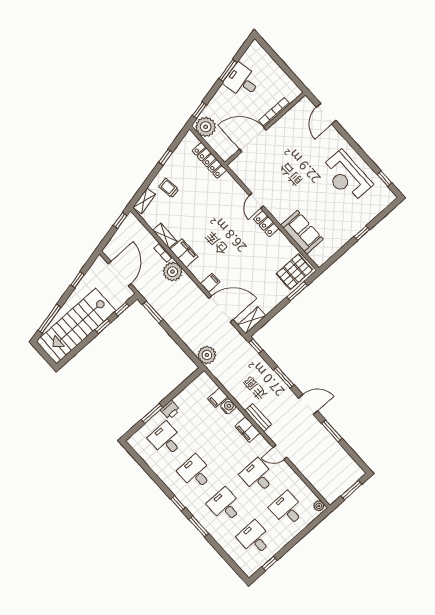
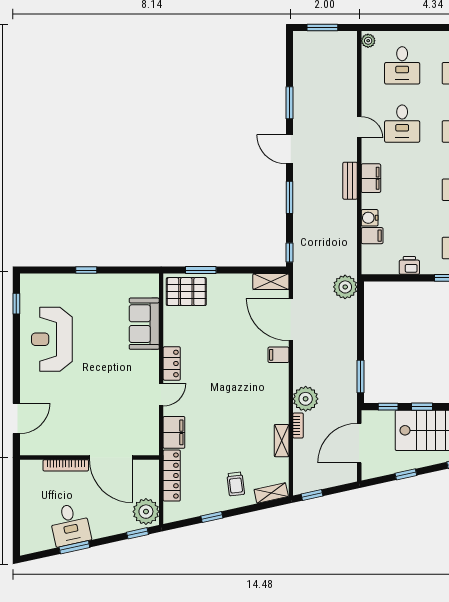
reception desk: (346, 177) -> (52, 339), turned 180
filing cabinet: (184, 253) -> (174, 432), moved, turned 180
printer: (170, 410) -> (409, 265), moved

